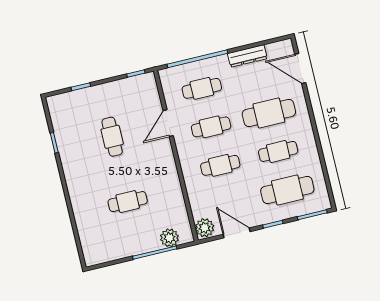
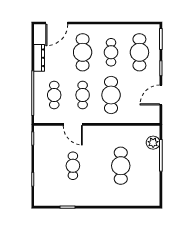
cafe table: (112, 137) -> (73, 166), turned 90
cafe table: (220, 165) -> (111, 95), width x1.37, depth x1.35
cafe table: (128, 202) -> (121, 166), width x1.37, depth x1.35
plant: (205, 228) -> (152, 116), removed

